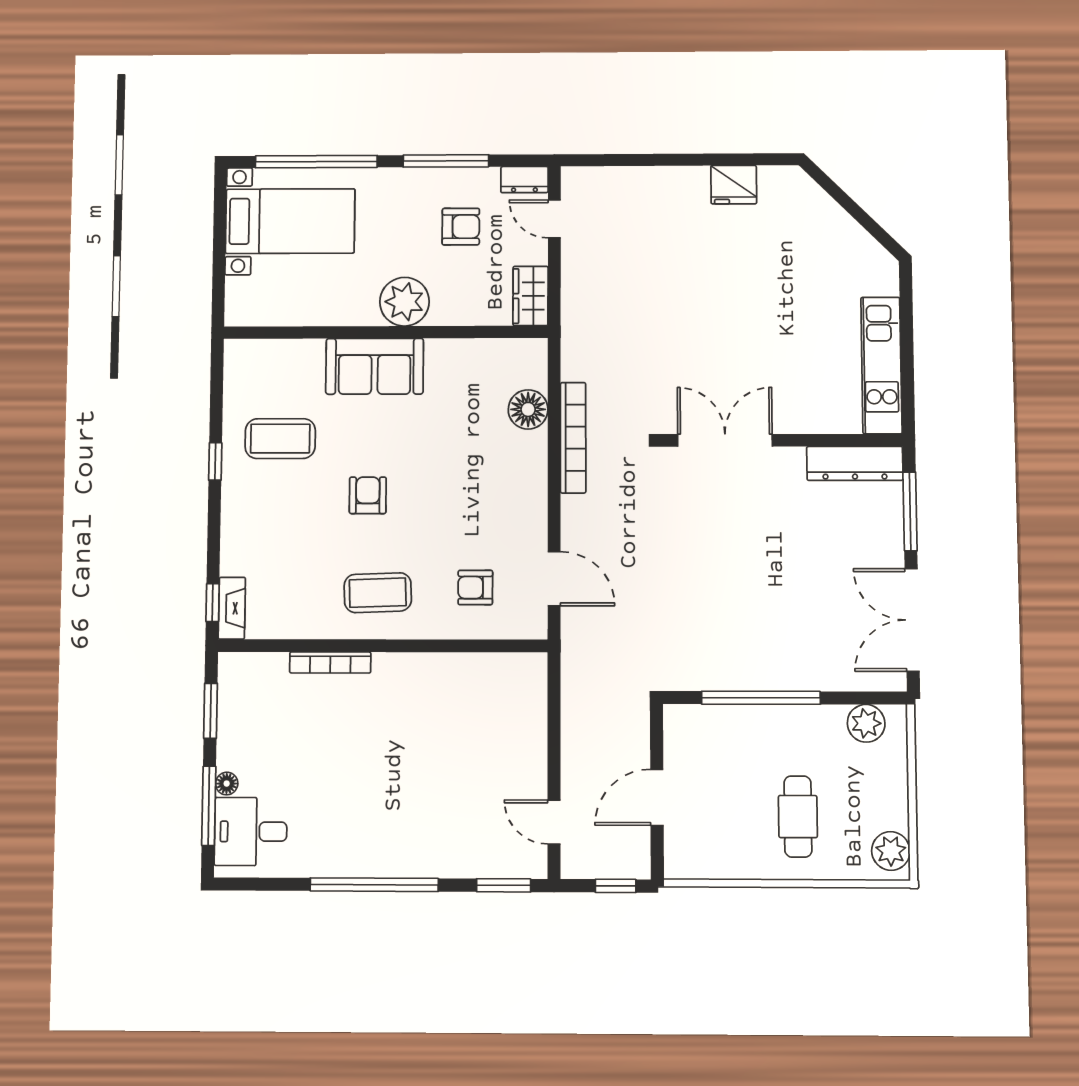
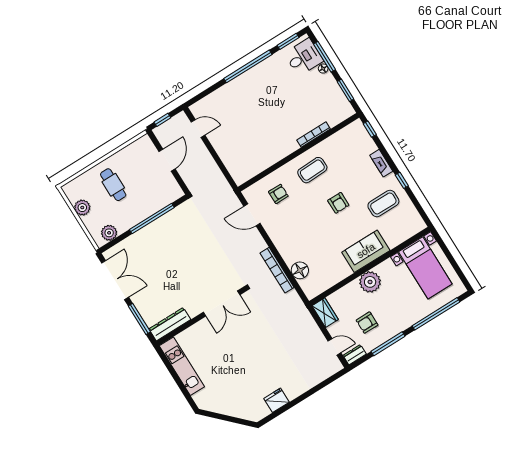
bed with nightstands: (290, 221) -> (425, 268), moved, turned -90
fireplace: (232, 608) -> (381, 163), moved
plant: (891, 851) -> (82, 208), moved
window: (504, 885) -> (288, 41), moved

